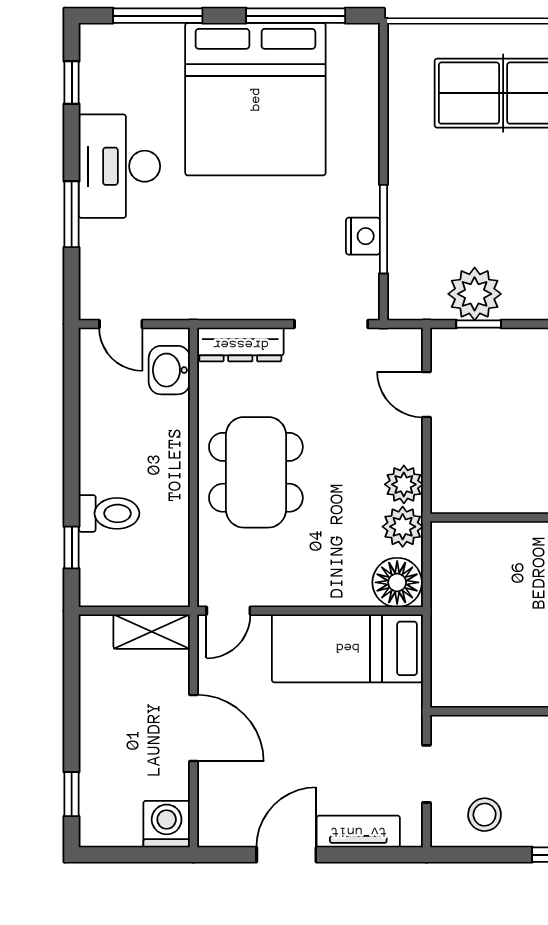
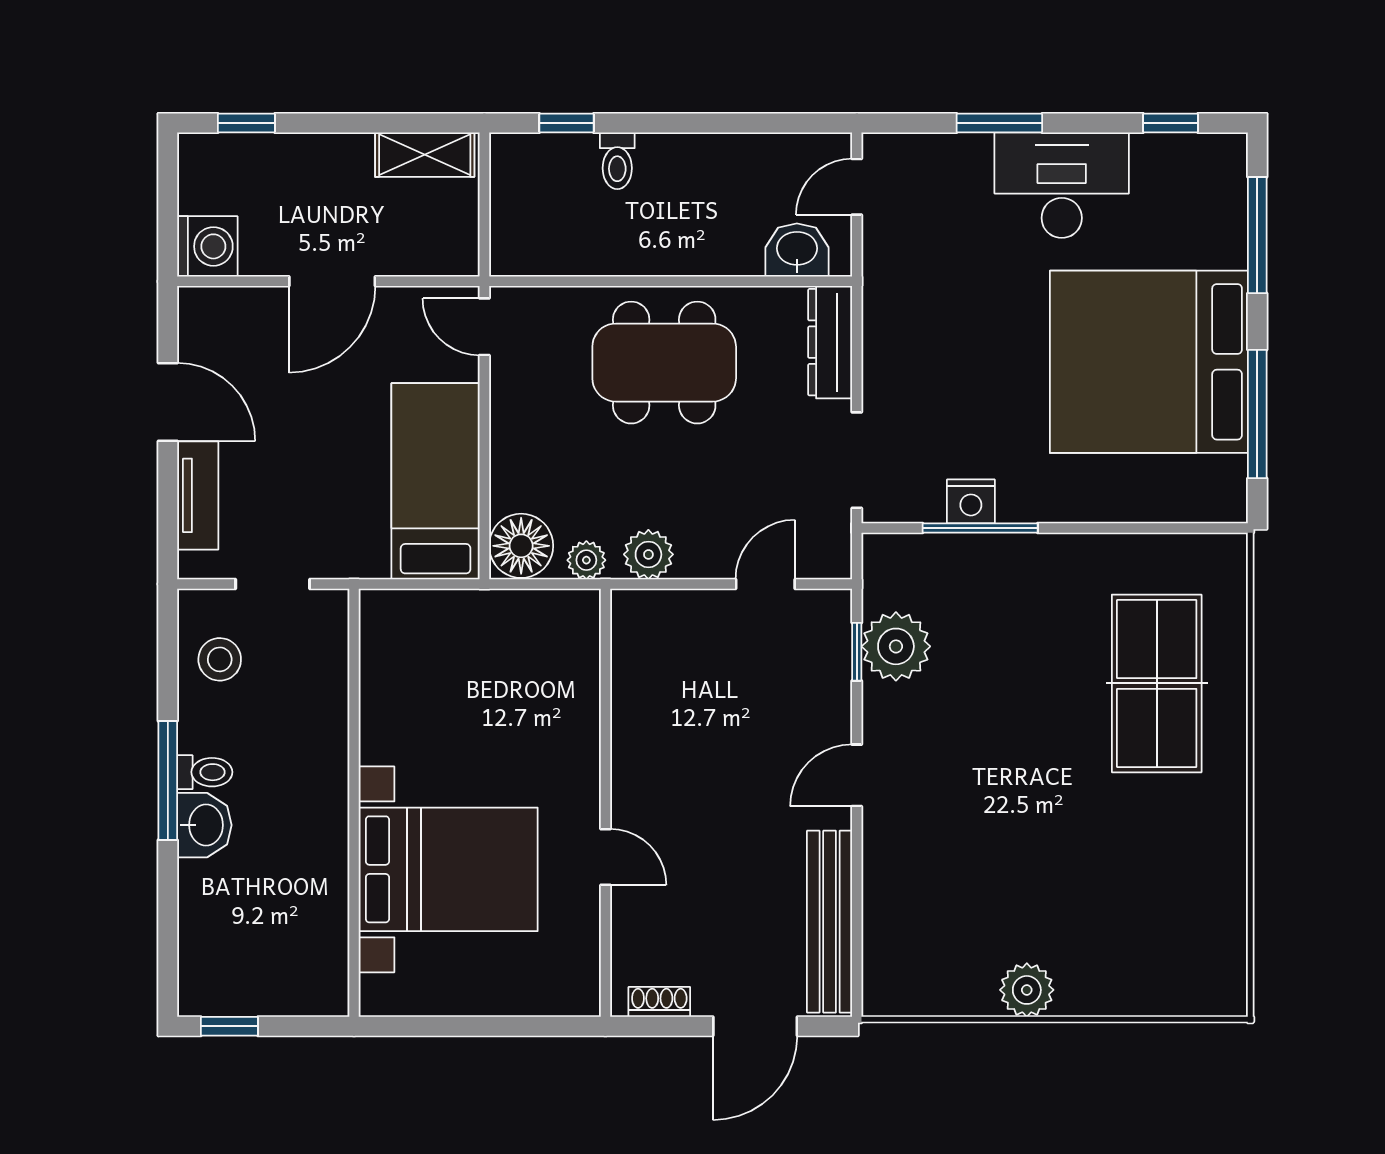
toilet: (109, 513) -> (617, 161), width x0.73, depth x0.72
plant: (403, 527) -> (586, 560), width x0.73, depth x0.73
shelving: (152, 632) -> (425, 155), moved, turned 90

